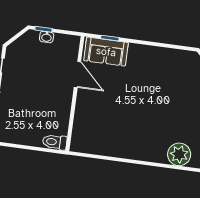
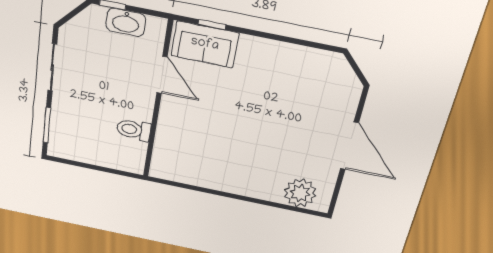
washbasin: (47, 37) -> (126, 22), width x1.91, depth x1.45
toilet: (55, 142) -> (134, 130), moved

